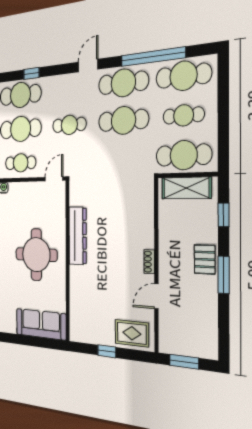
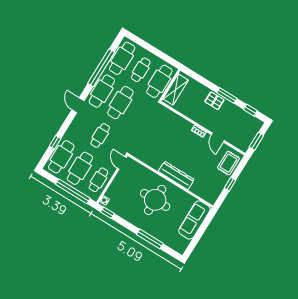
window: (224, 215) -> (250, 110), moved
dresser: (78, 236) -> (176, 175), moved

